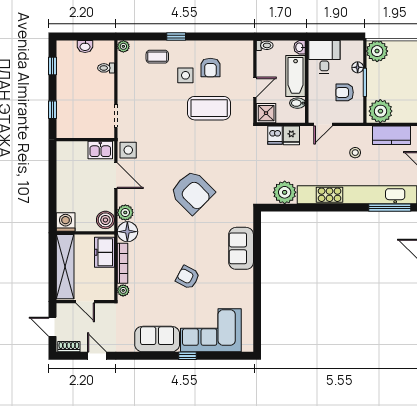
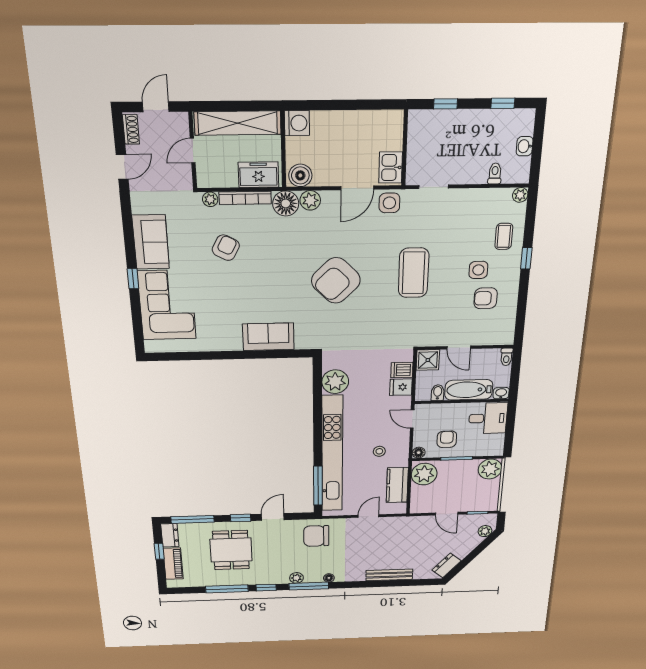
floor lamp: (358, 67) -> (419, 453), moved
coffee table: (209, 108) -> (414, 273), moved
armchair: (188, 277) -> (226, 248), moved

